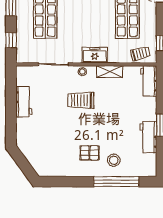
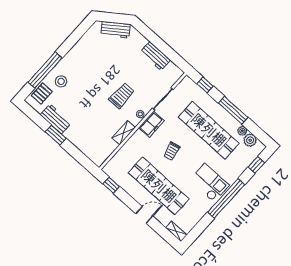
trolley: (140, 54) -> (172, 151), moved
freezer: (95, 55) -> (151, 124), moved
workbench: (149, 81) -> (115, 30), moved, turned 144
pallet: (90, 153) -> (42, 94), moved

